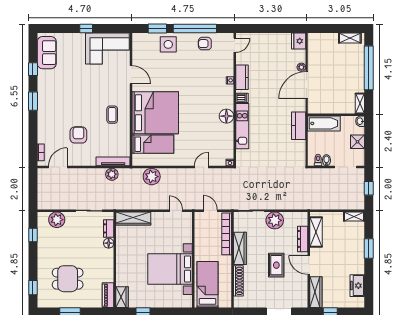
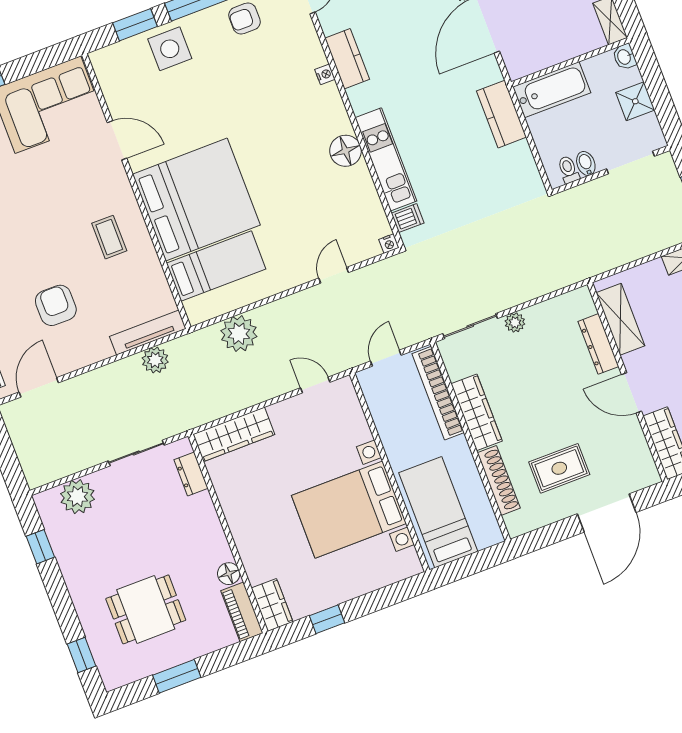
dishwasher: (242, 98) -> (408, 218), moved
door: (210, 211) -> (386, 358), hinge flipped
plant: (275, 220) -> (515, 322), width x0.53, depth x0.53
floor lamp: (109, 243) -> (229, 574), moved
rug: (276, 265) -> (559, 468), moved, turned 90

